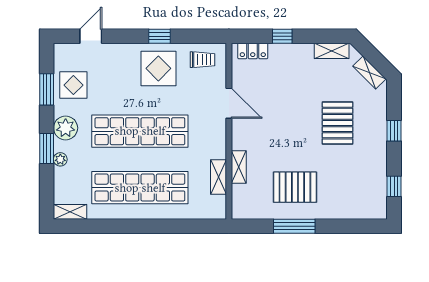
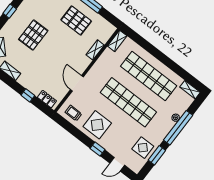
window: (160, 36) -> (97, 149), moved
plant: (66, 128) -> (162, 130), removed
window: (47, 149) -> (178, 128), width x2.11
shelving: (219, 177) -> (117, 41), moved

